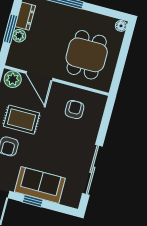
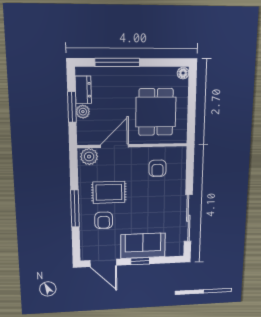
door: (39, 76) -> (115, 146), swing flipped
armchair: (74, 110) -> (157, 168), turned 180

